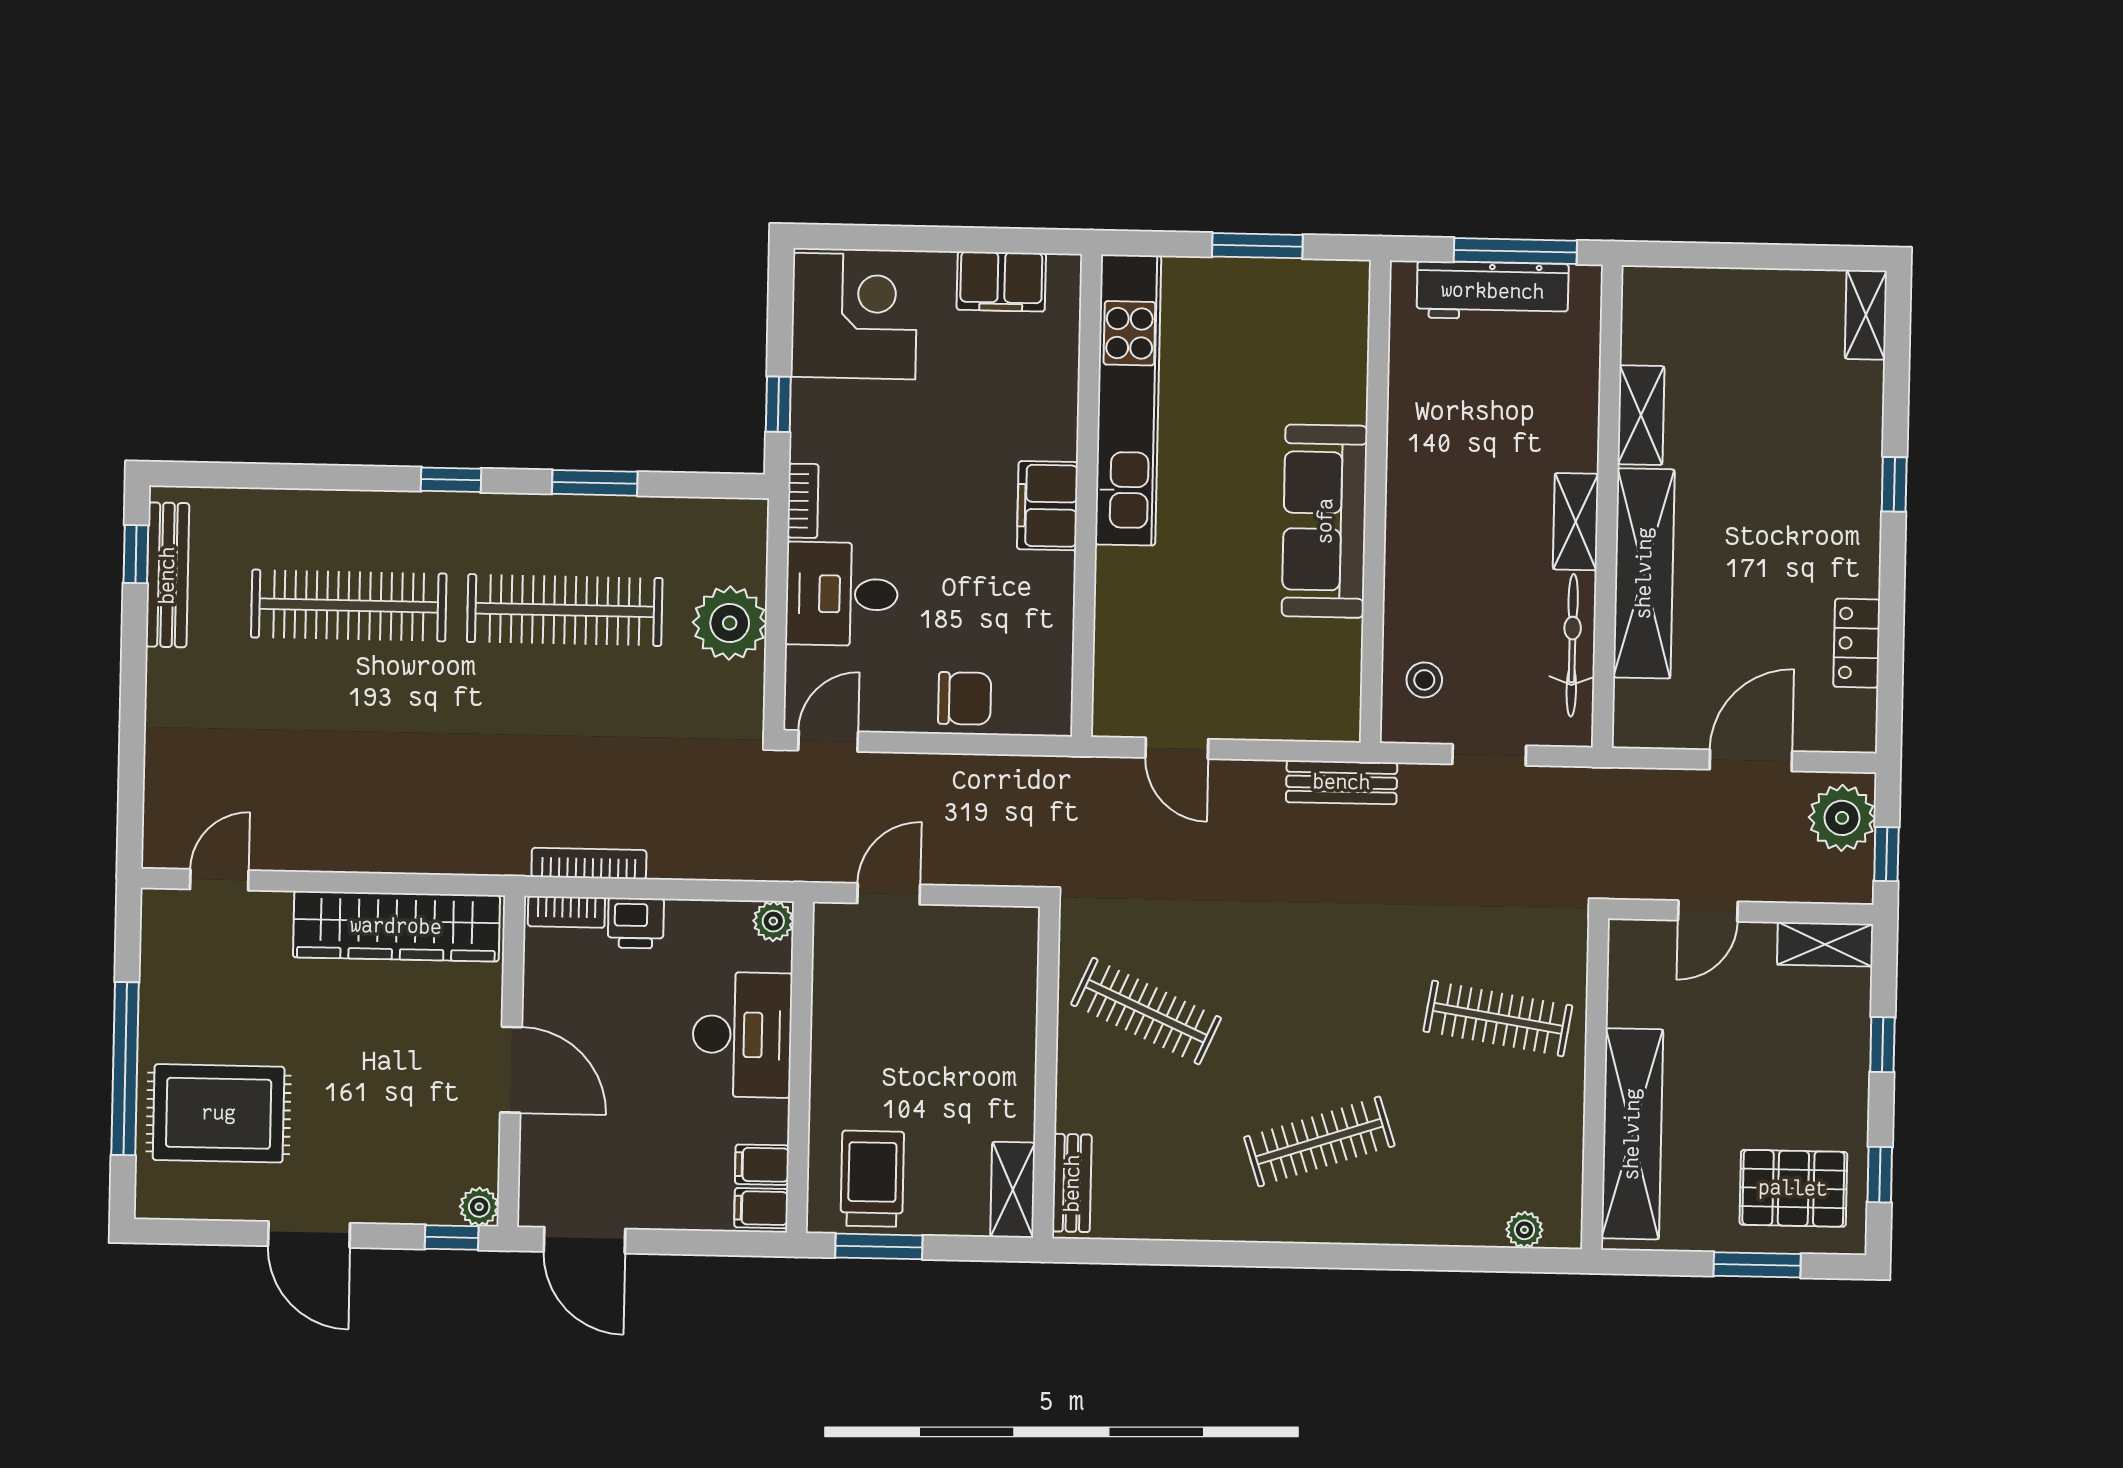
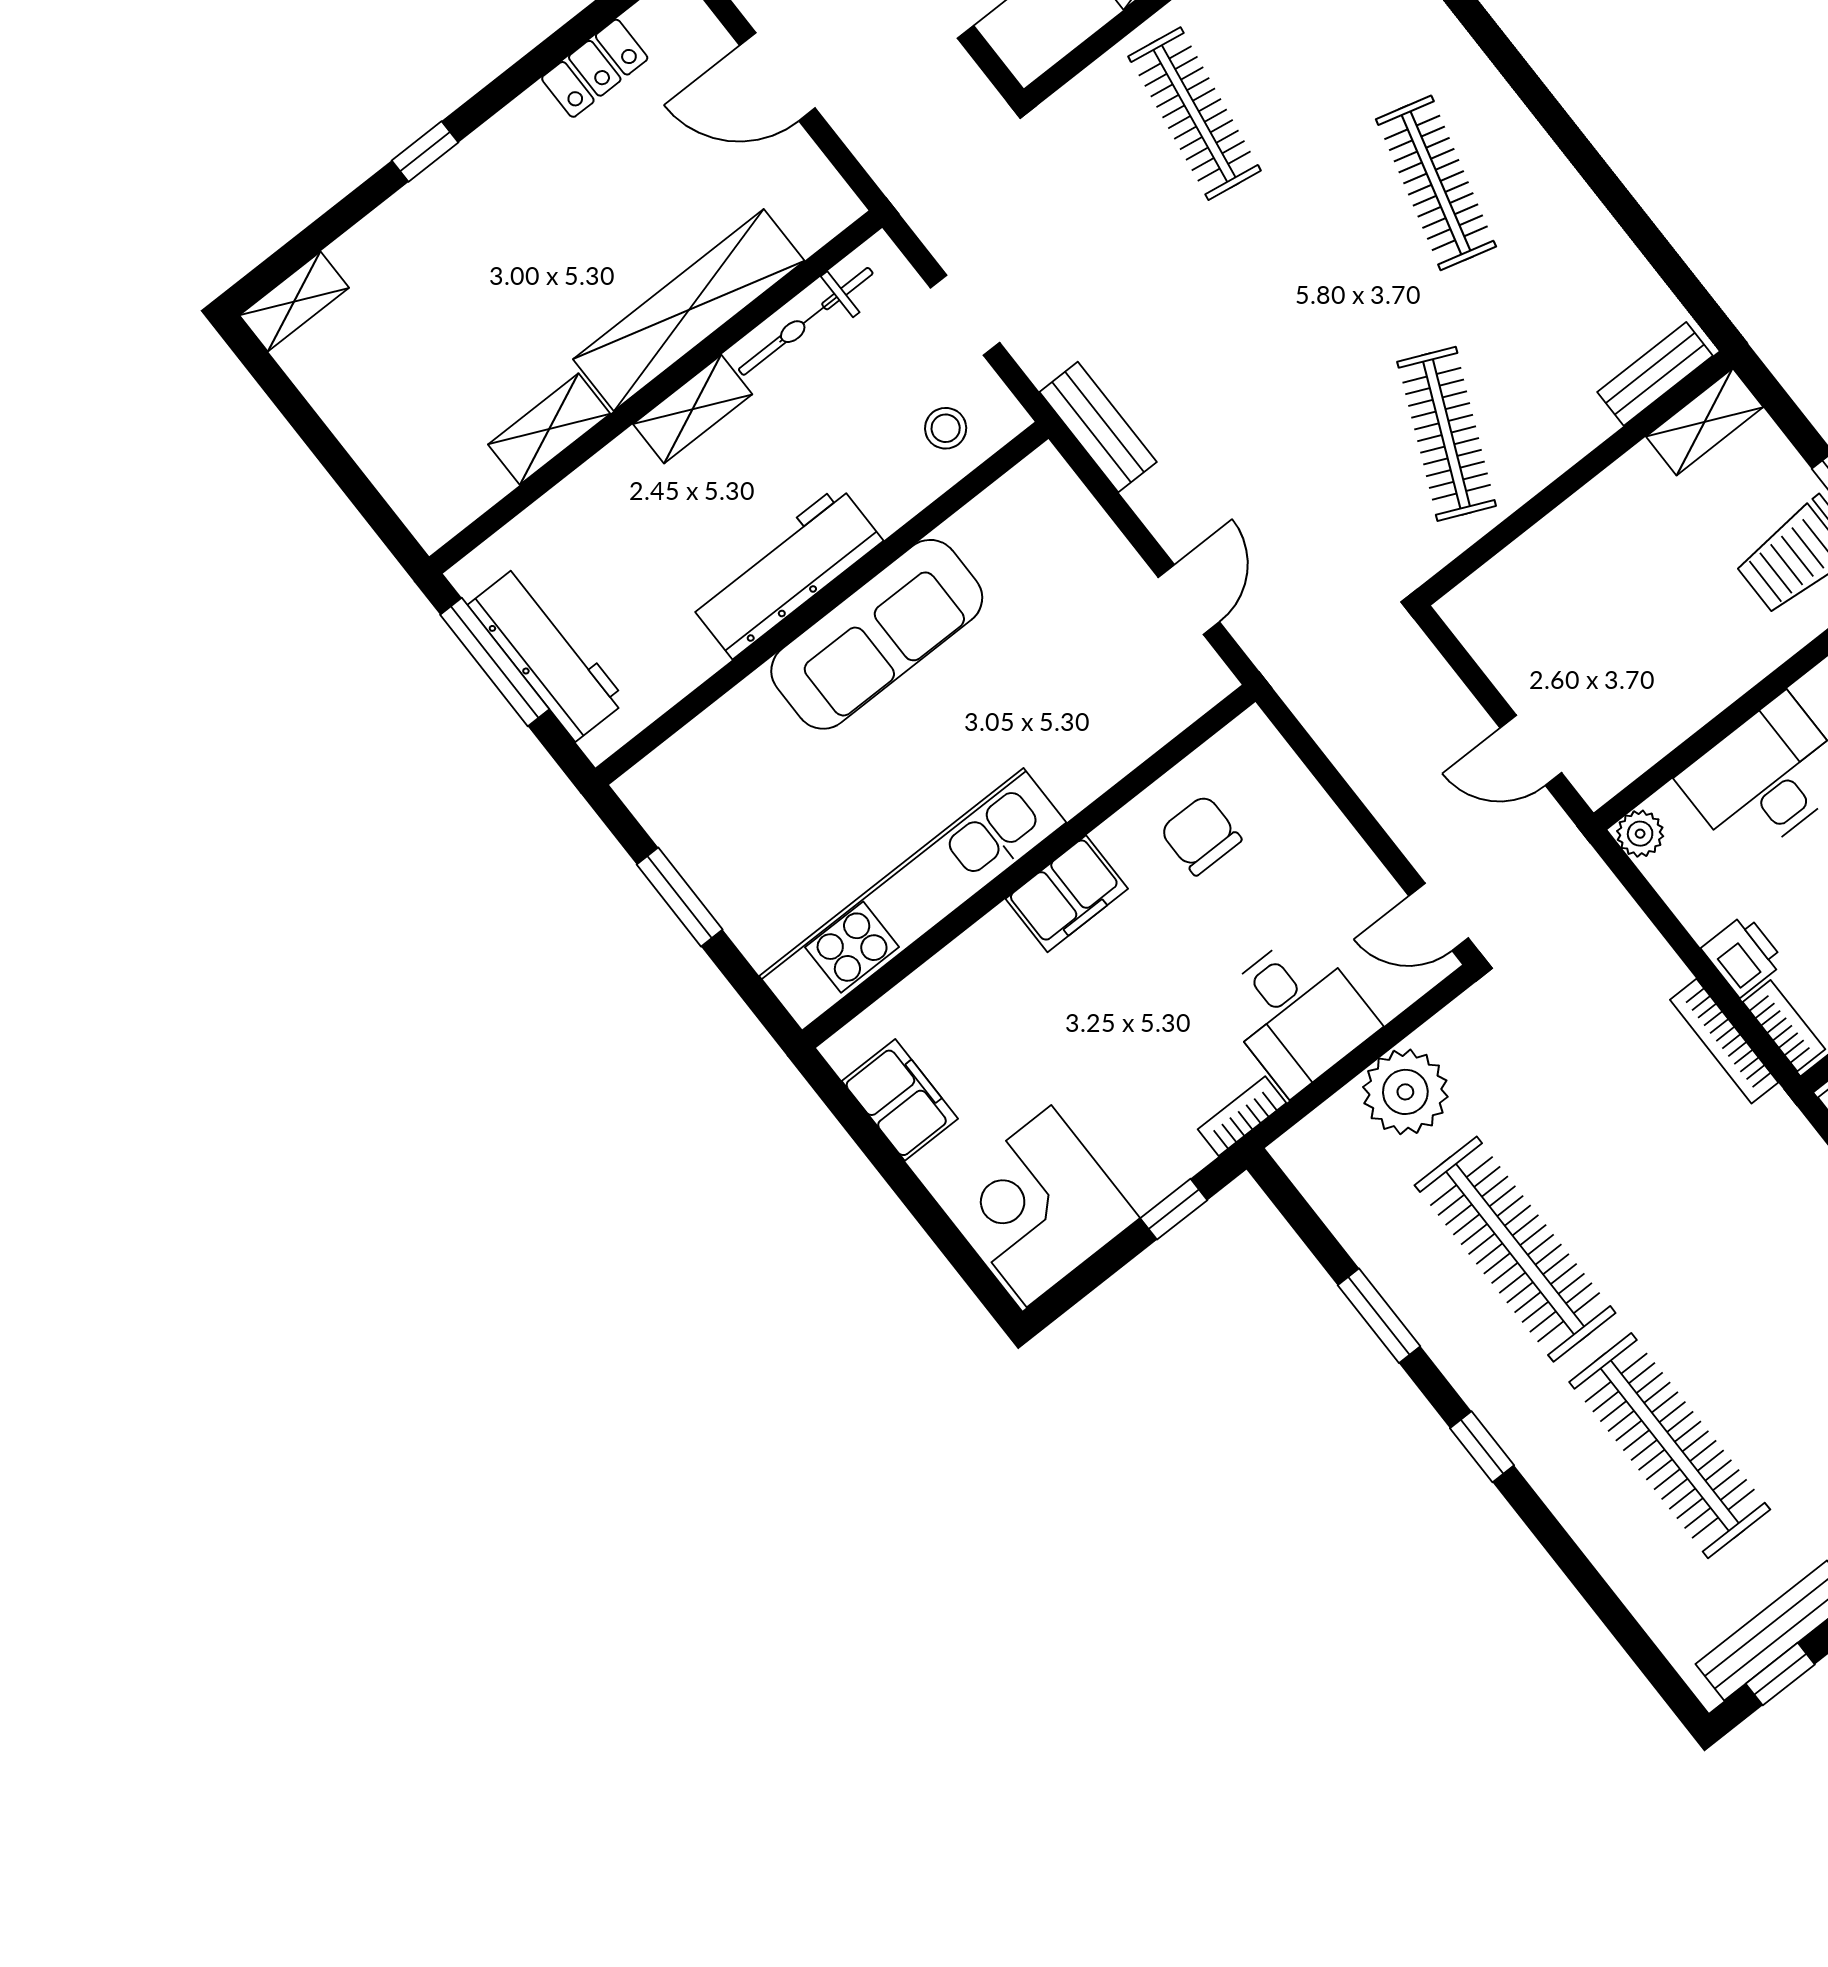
workbench: (1416, 495) -> (786, 572), added
chair: (965, 698) -> (1201, 835), moved
clothes rail: (1319, 1141) -> (1436, 183), turned 33

